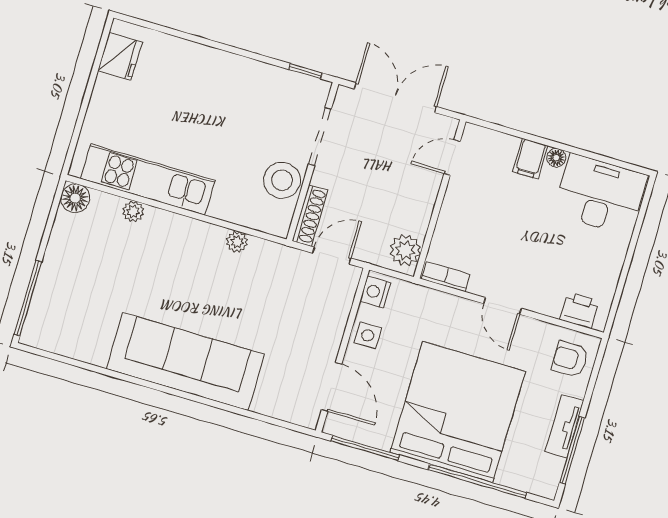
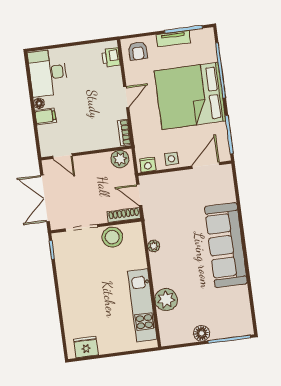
floor lamp: (75, 198) -> (202, 333), moved
plant: (133, 211) -> (166, 300), width x1.88, depth x1.88

